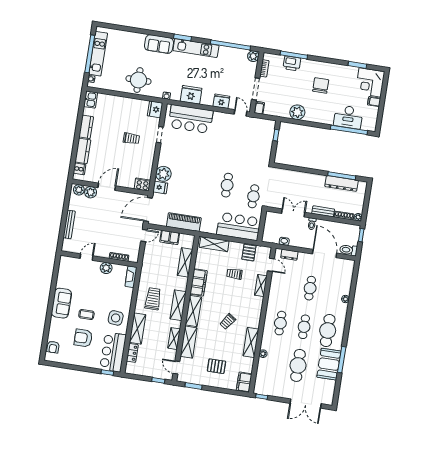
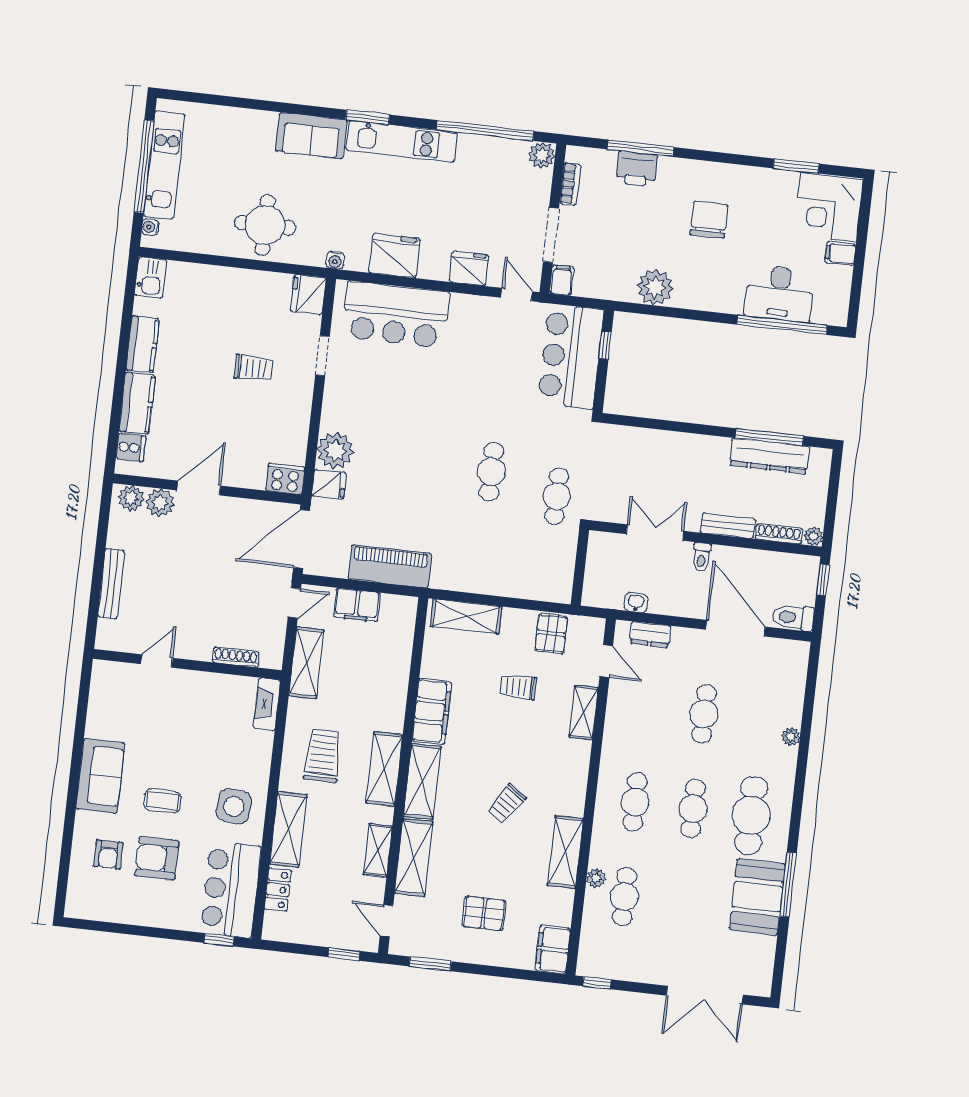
bar counter: (239, 226) -> (571, 356), moved, turned -90
shelving: (185, 262) -> (306, 663), moved
plant: (106, 268) -> (206, 686), removed
armchair: (53, 347) -> (108, 854), moved
cafe table: (298, 365) -> (624, 897), moved, width x0.73, depth x0.74

